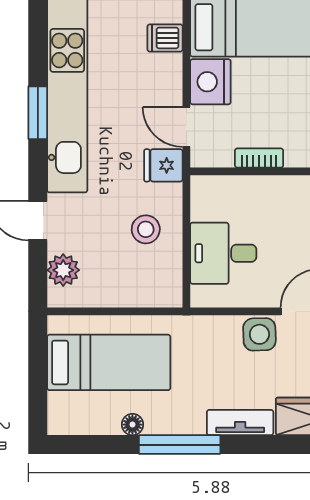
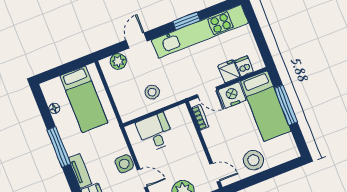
door: (186, 127) -> (207, 92), swing flipped
bookcase: (259, 158) -> (200, 117), moved
fridge: (163, 165) -> (229, 71), moved
floor lamp: (132, 425) -> (54, 108), moved

